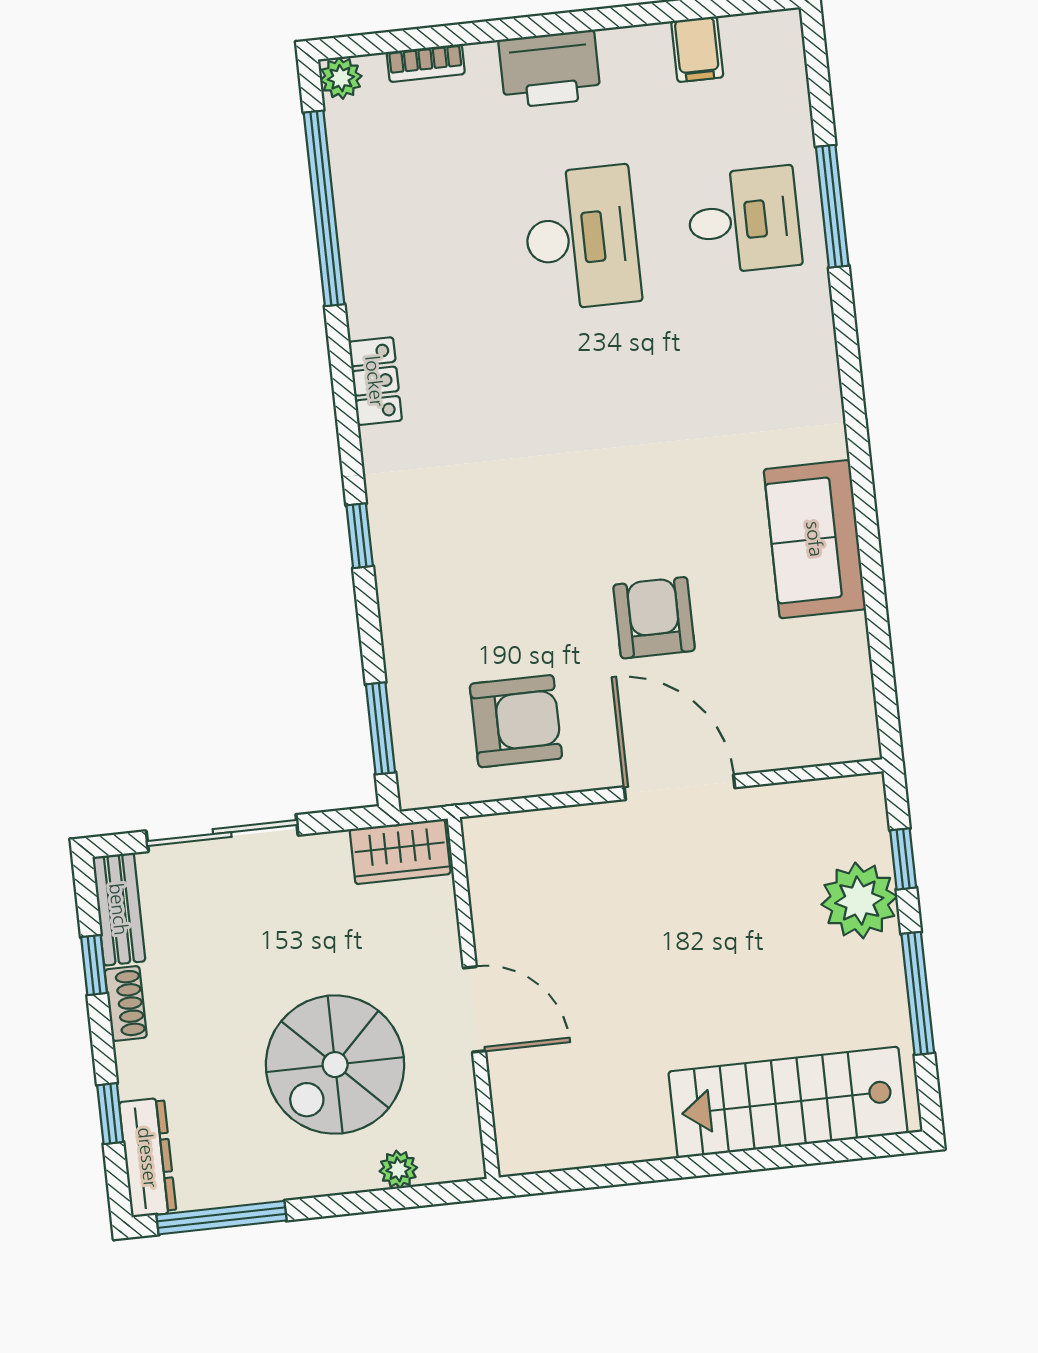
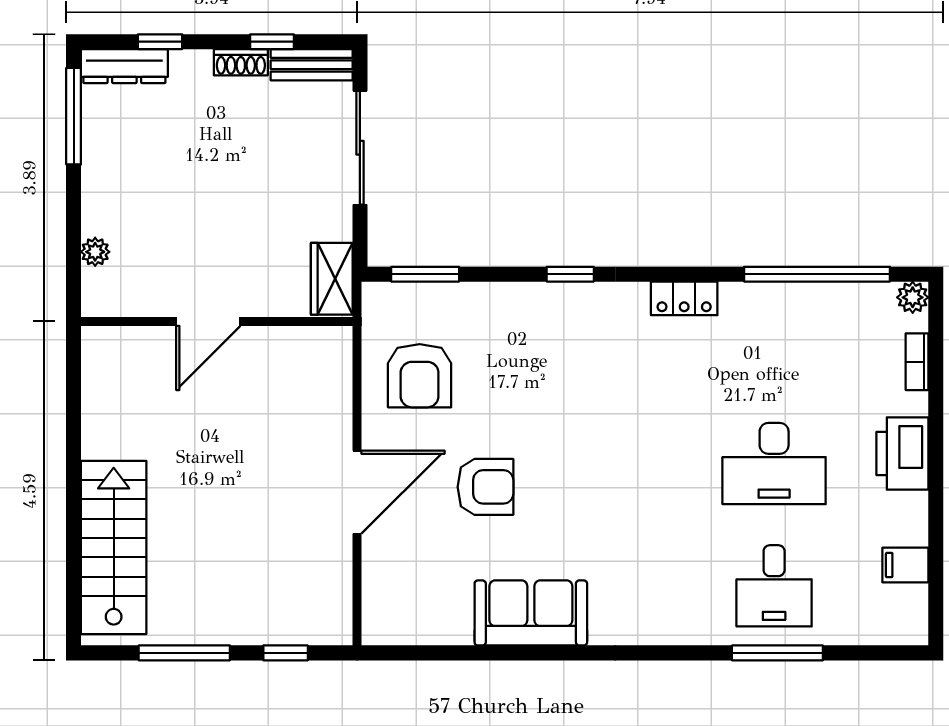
plant: (859, 900) -> (258, 617), removed
spiral stairs: (335, 1065) -> (178, 213), removed

